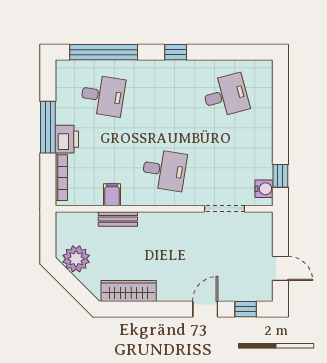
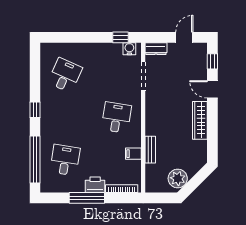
desk: (226, 96) -> (65, 75), turned 39
dresser: (264, 227) -> (156, 49), added
wardrobe: (129, 291) -> (200, 120), moved

